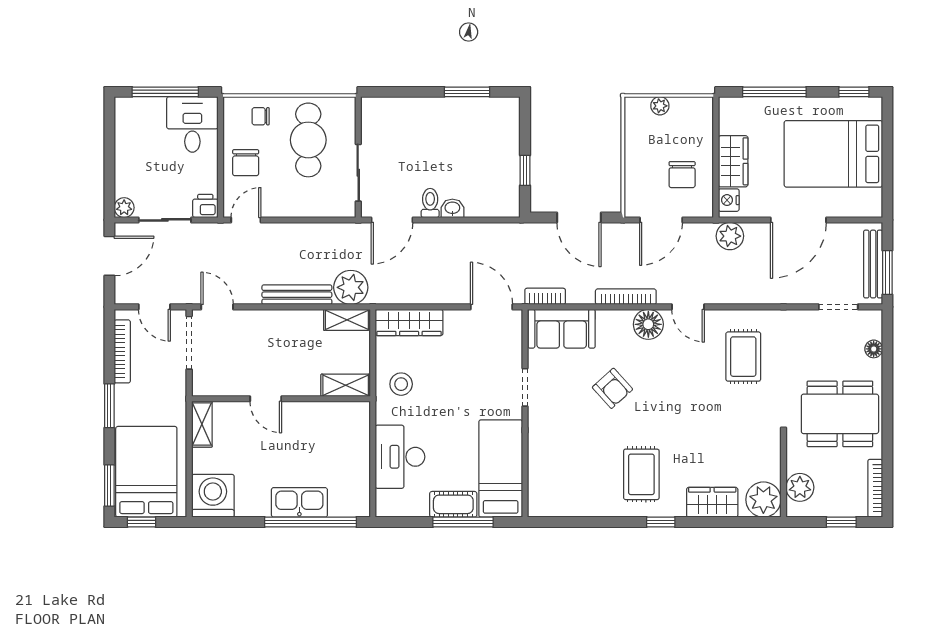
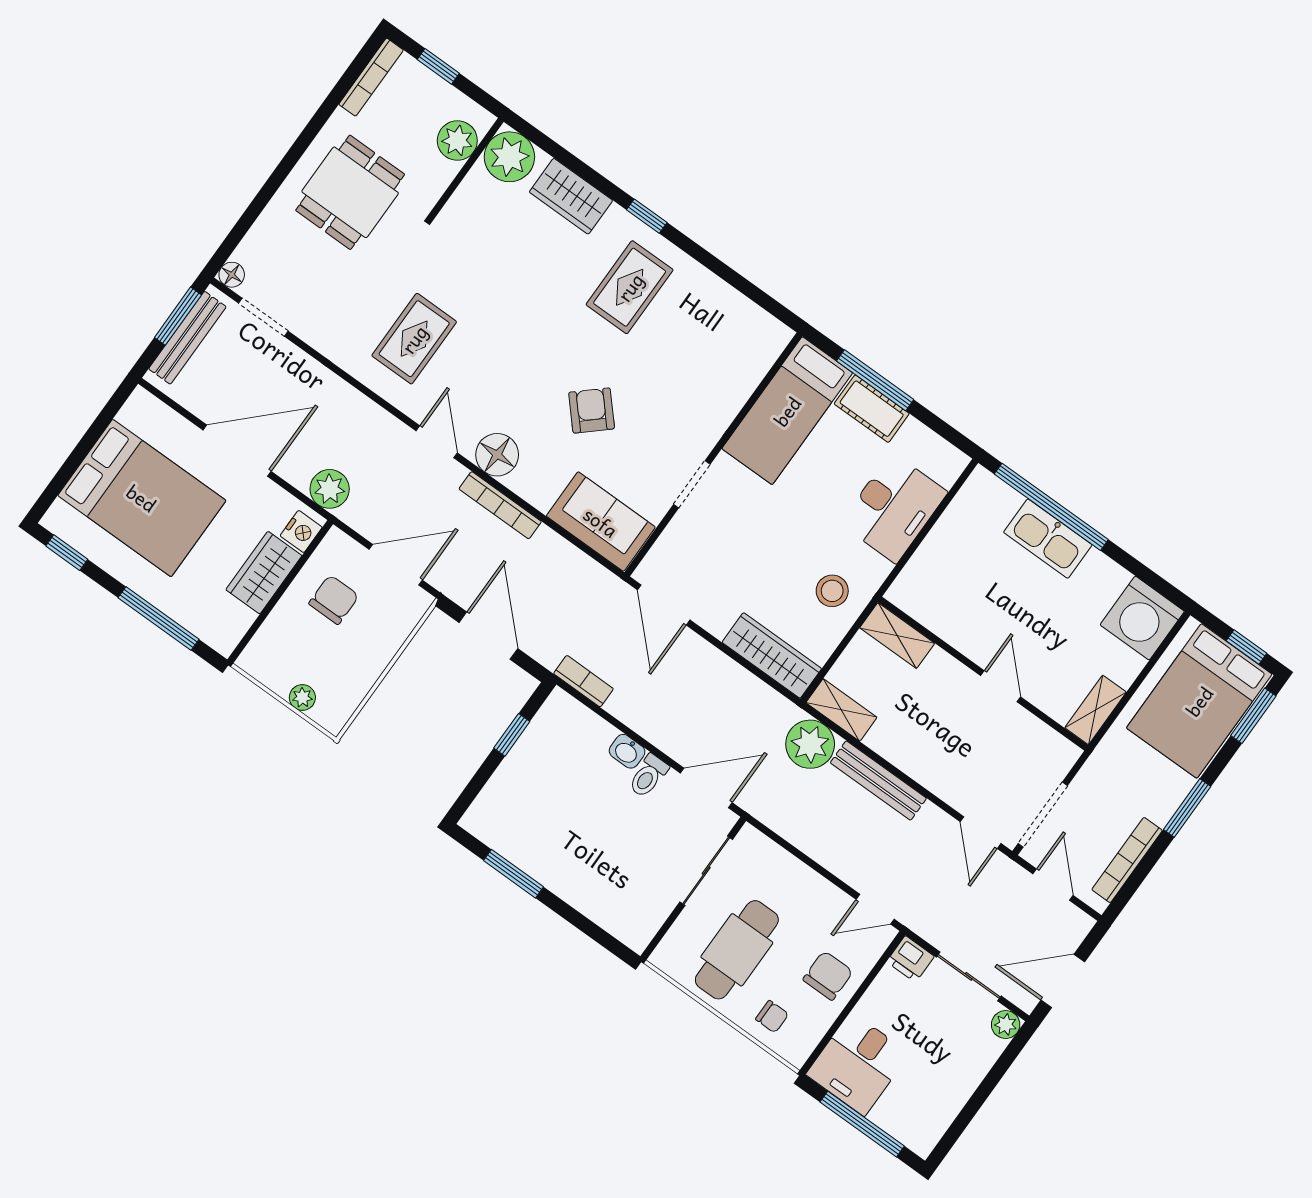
bookcase: (545, 296) -> (584, 681), moved, turned 180
floor lamp: (874, 349) -> (232, 275), moved
dining table: (840, 414) -> (350, 192), width x0.73

